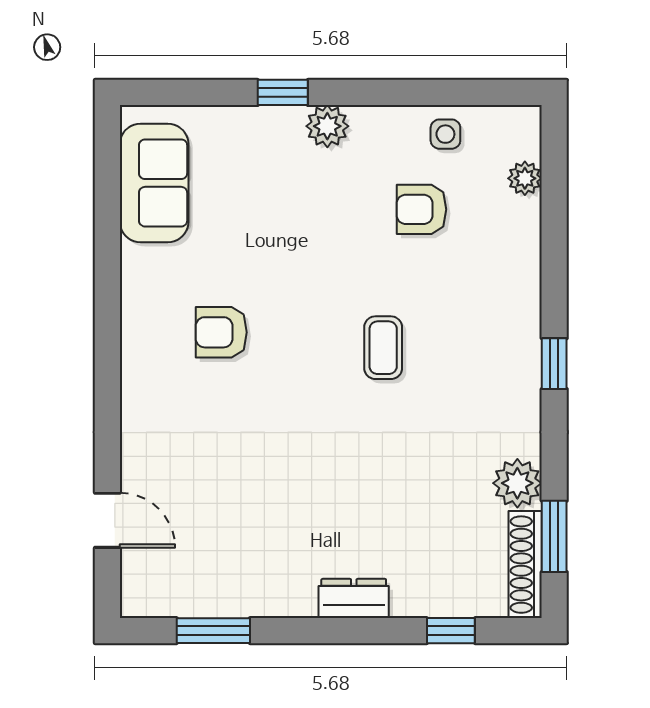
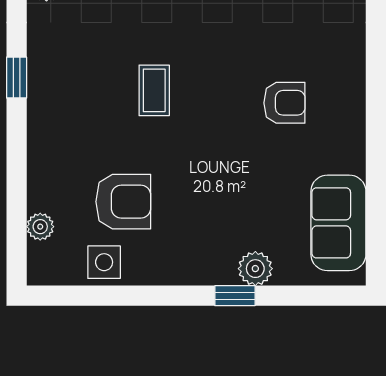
plant: (327, 126) -> (255, 269), moved
side table: (445, 134) -> (104, 262), width x1.37, depth x1.37
armchair: (422, 209) -> (123, 202), width x1.38, depth x1.38

